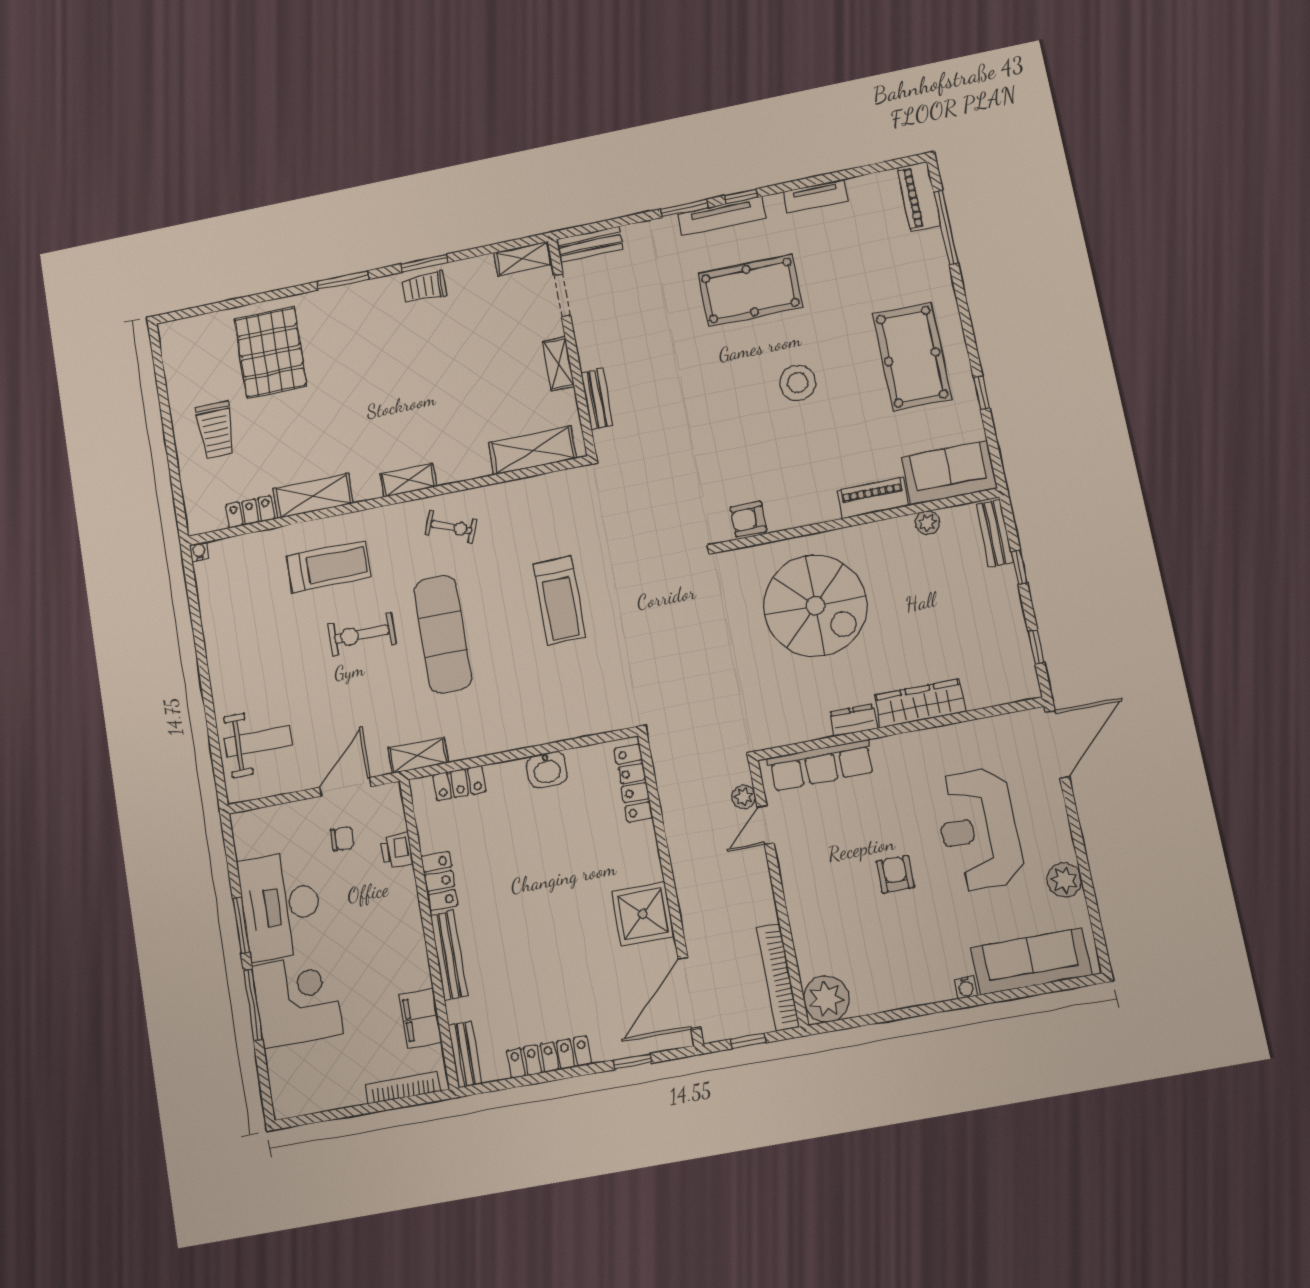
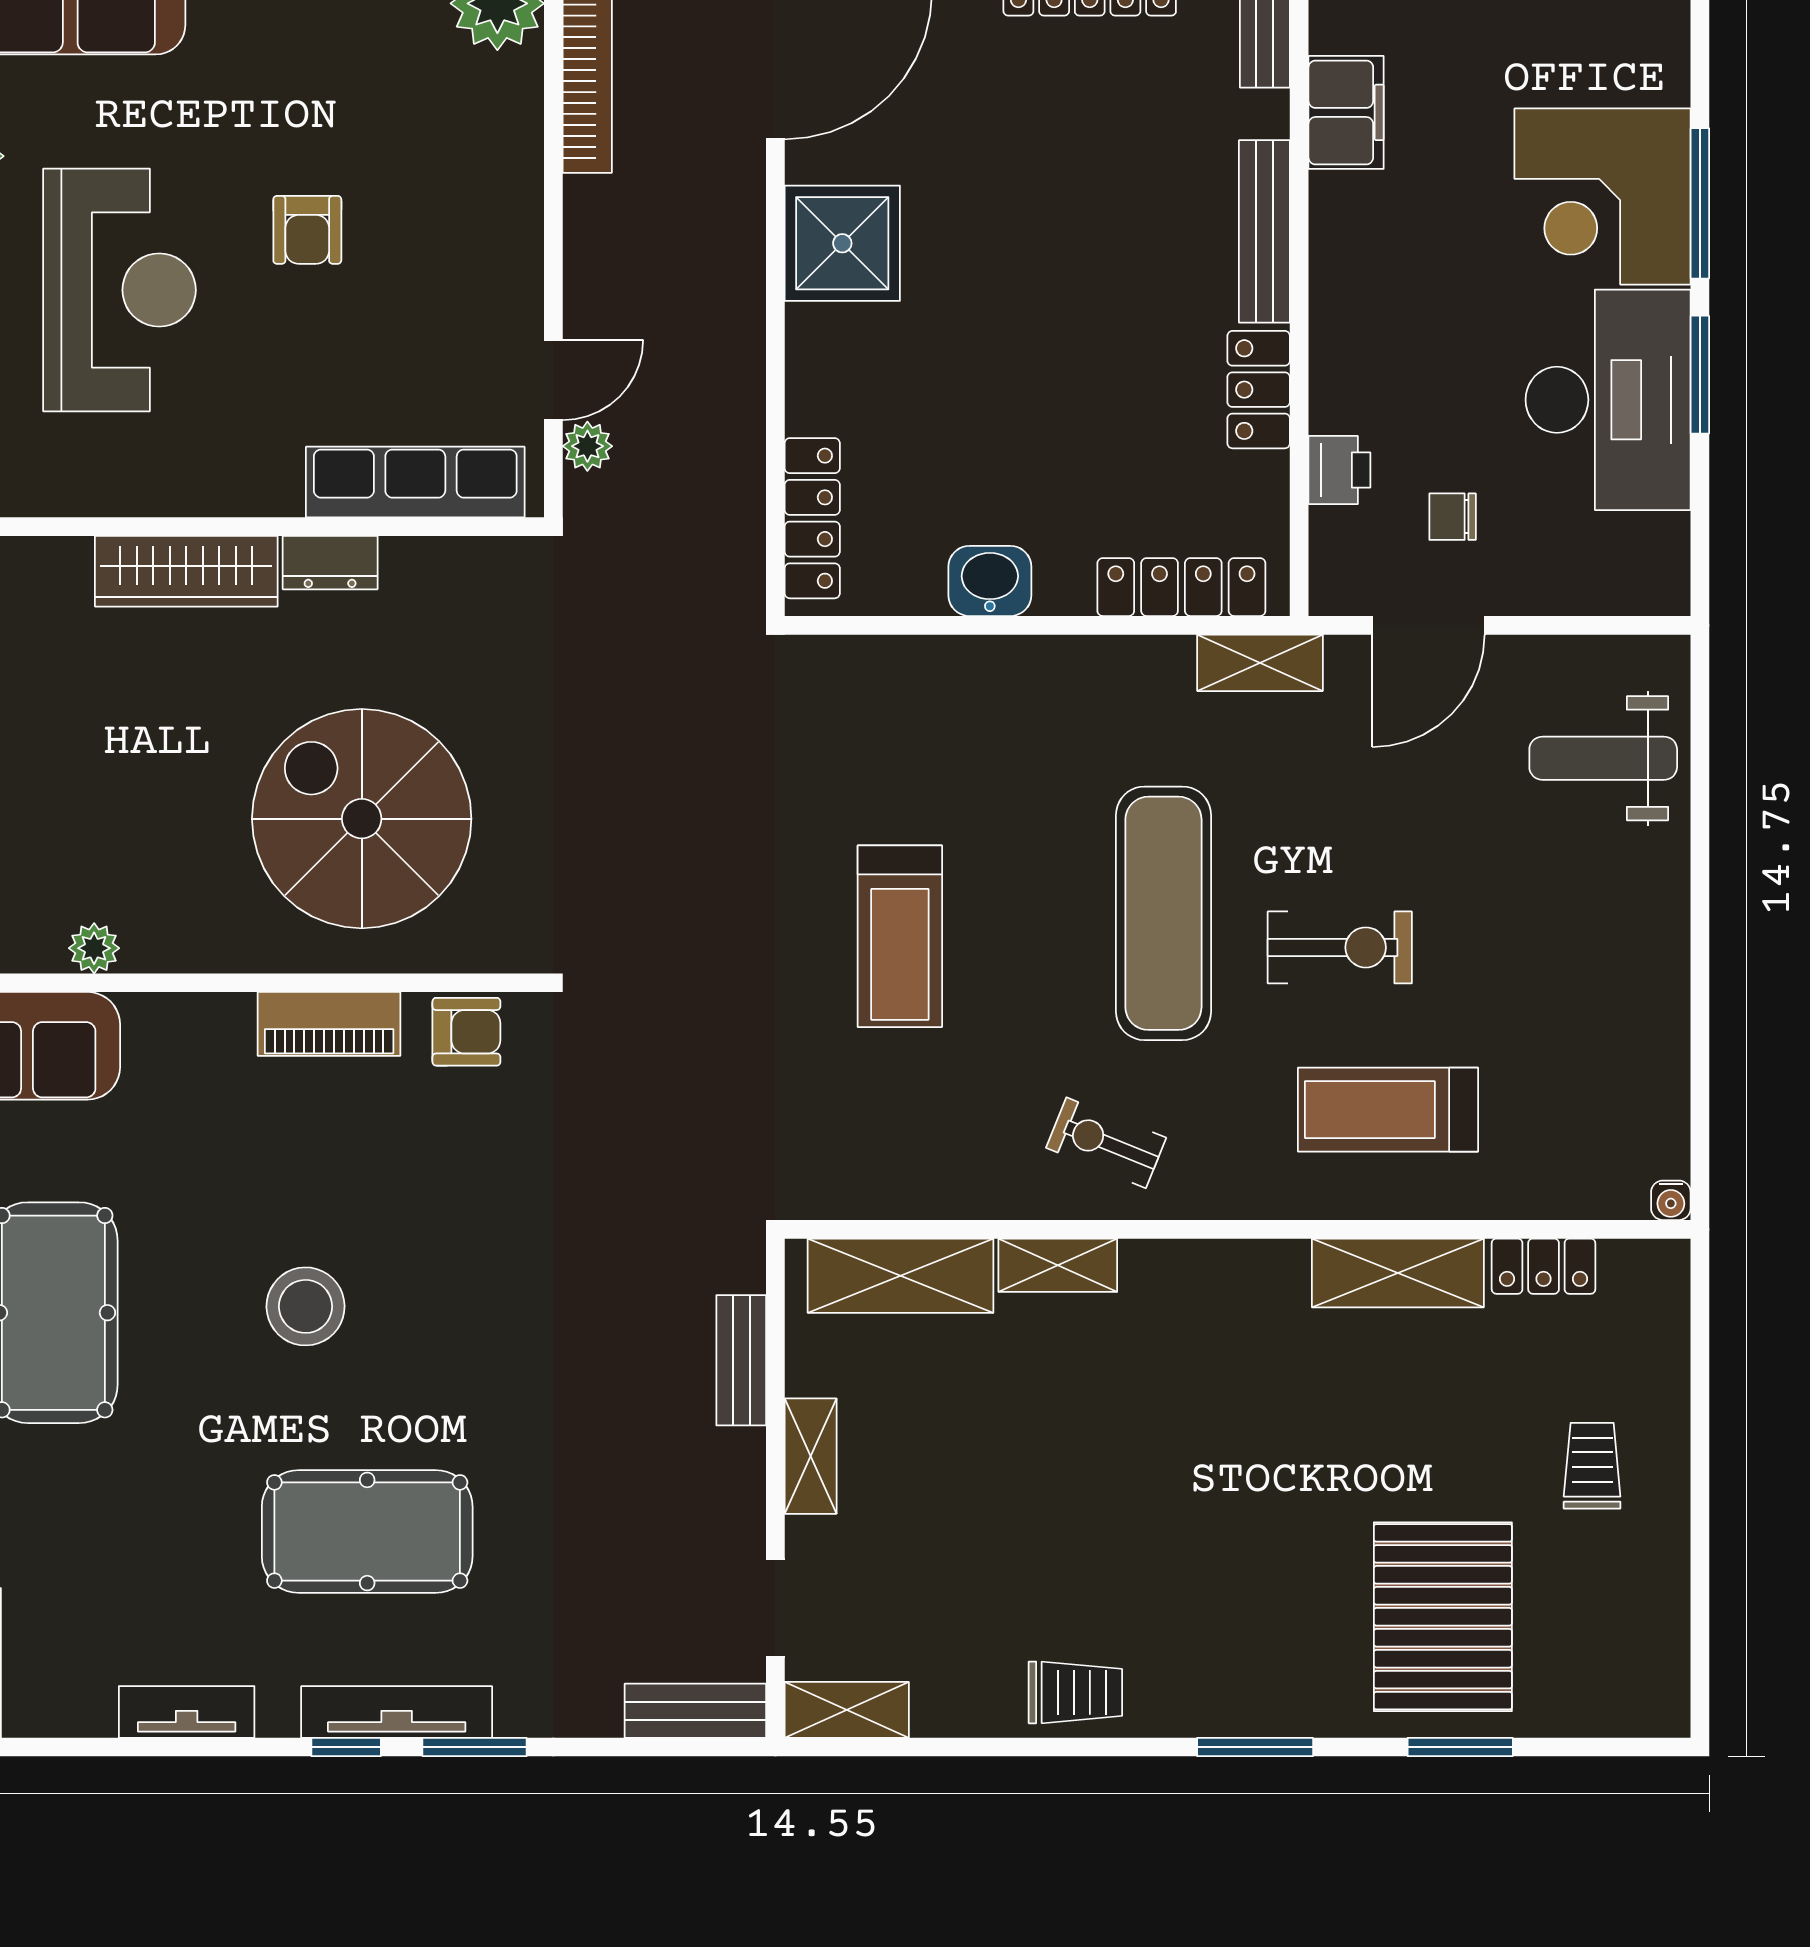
window: (424, 263) -> (1460, 1747), moved
trolley: (216, 430) -> (1592, 1466), width x0.73, depth x0.72
shelving: (408, 480) -> (1058, 1265), moved
piano: (873, 498) -> (329, 1024), moved
treadmill: (560, 601) -> (900, 936), turned 180
locker: (459, 783) -> (1181, 587), width x1.53

